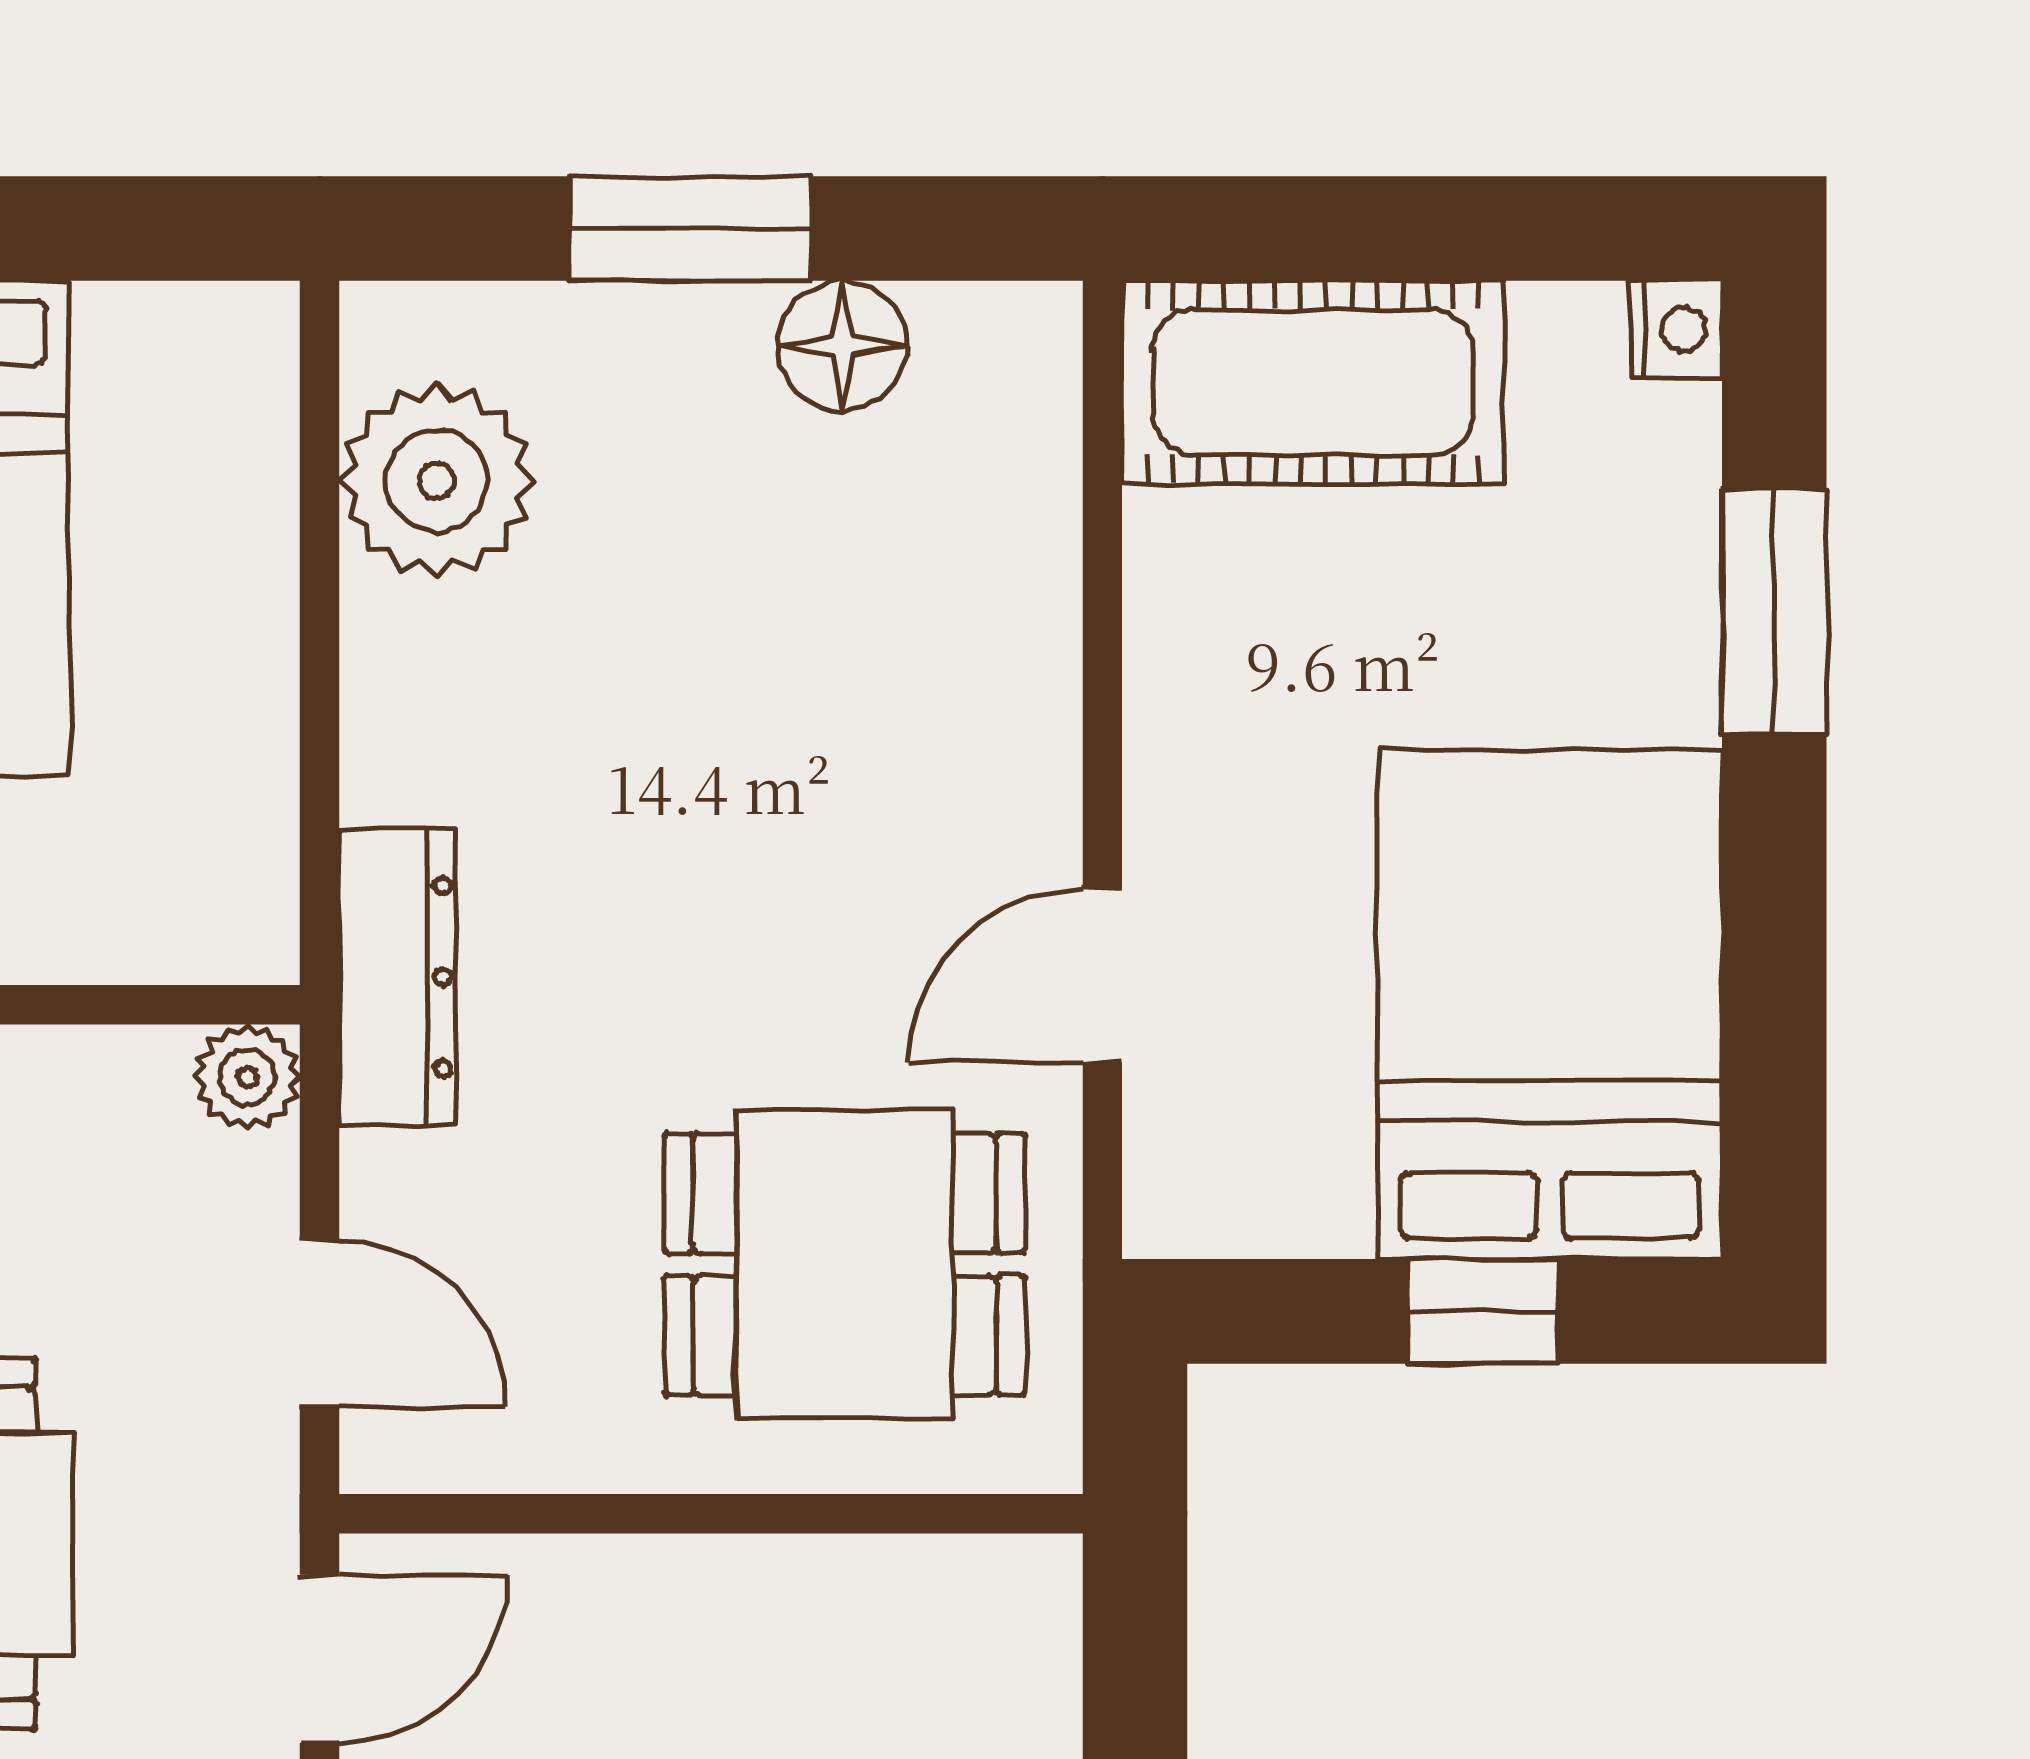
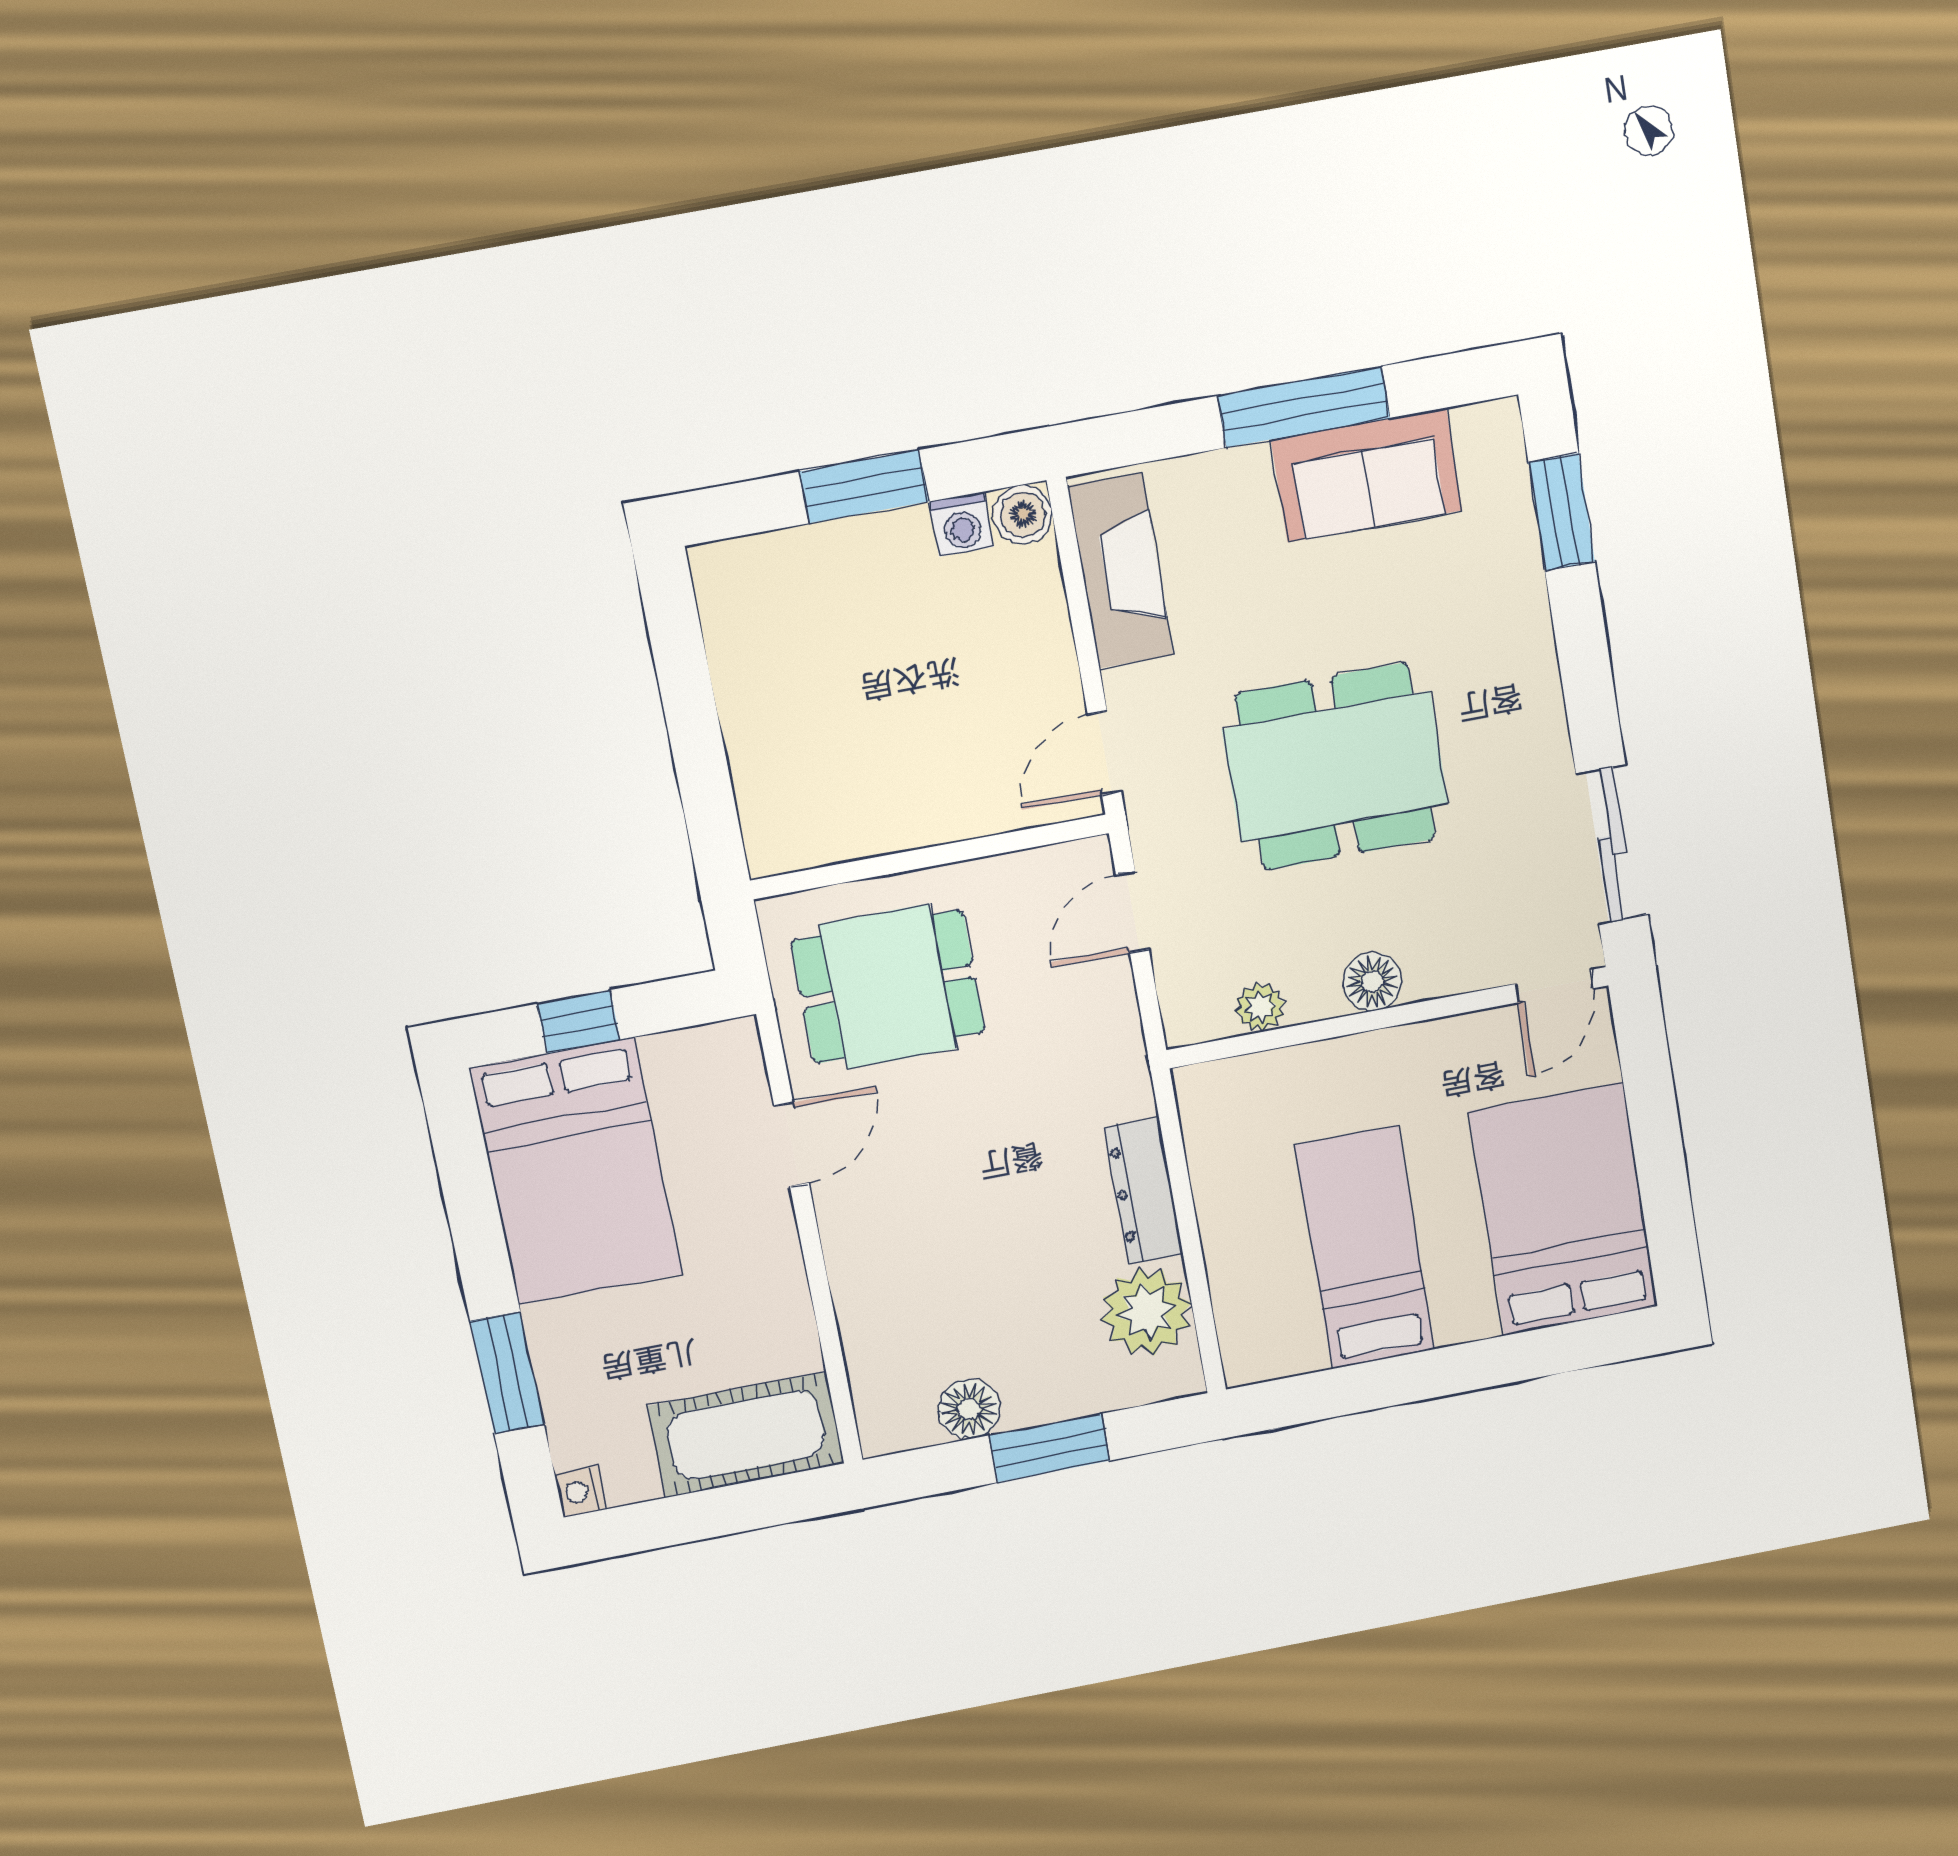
dresser: (397, 977) -> (1144, 1191), moved
plant: (247, 1077) -> (1260, 1007), moved
door: (319, 1323) -> (1132, 912), hinge flipped

